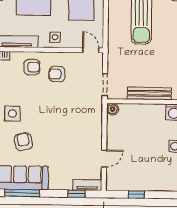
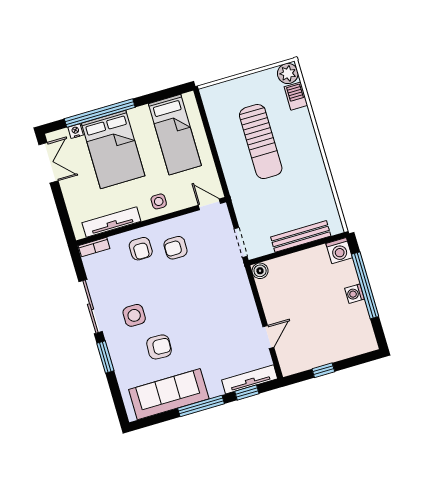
armchair: (32, 67) -> (141, 249), turned 90
armchair: (23, 142) -> (159, 347), turned 105
tv unit: (87, 185) -> (250, 379), width x1.41
window: (22, 193) -> (201, 406), moved

